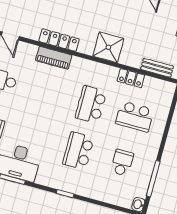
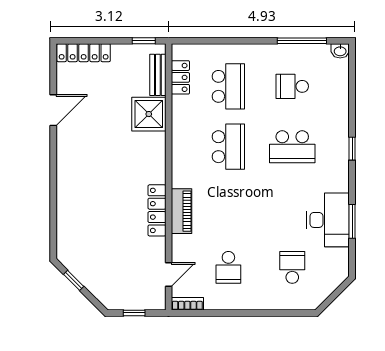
shower: (108, 47) -> (149, 114), moved
locker: (131, 78) -> (180, 77), moved
school desk: (91, 105) -> (228, 147), turned -90

